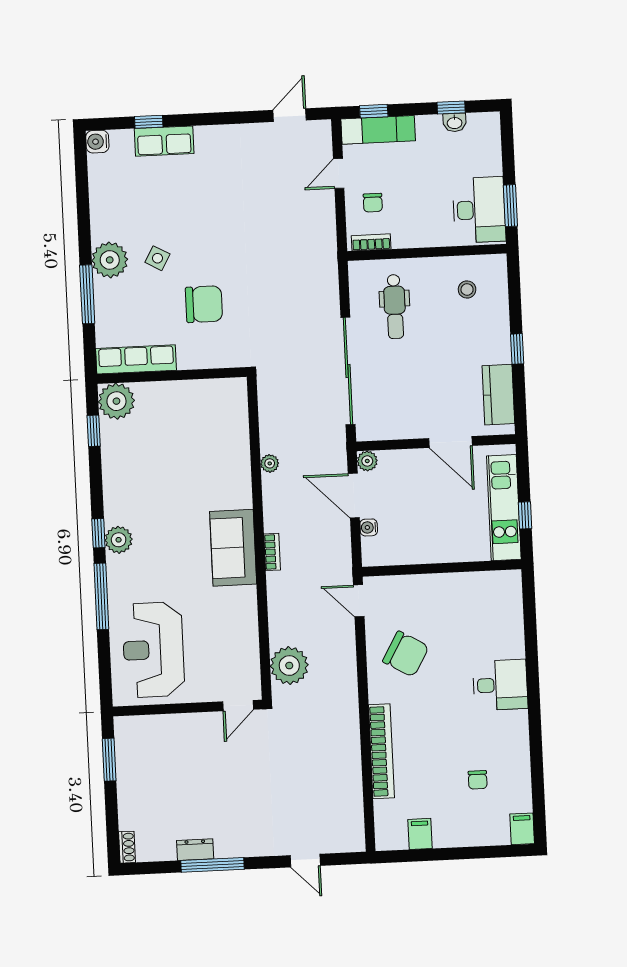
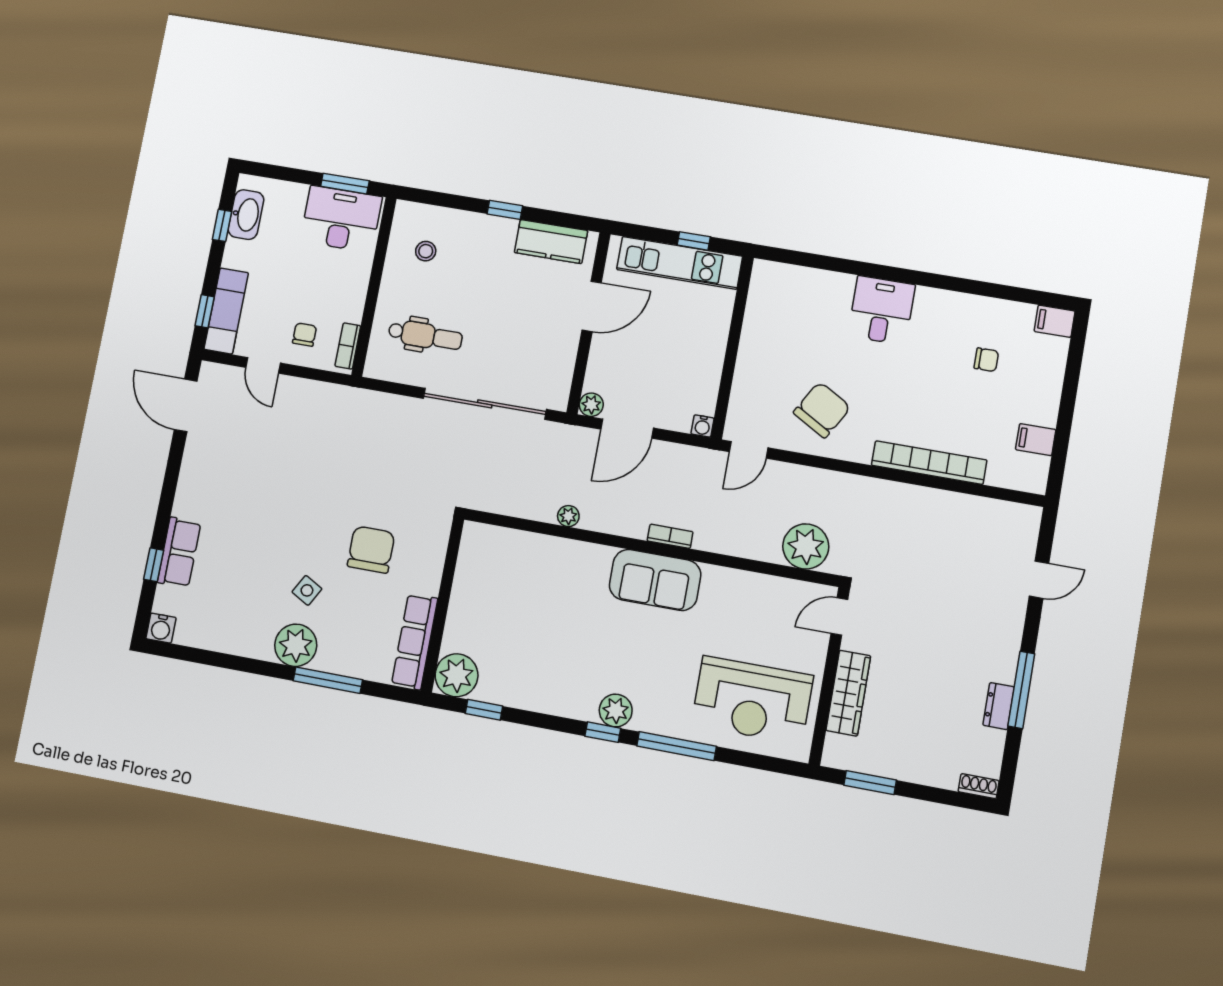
door: (290, 115) -> (186, 405), width x1.38
washbasin: (455, 123) -> (246, 215), width x1.91, depth x1.45
chair: (373, 203) -> (304, 335), turned -90
water cooler: (369, 527) -> (702, 426), moved
door: (238, 706) -> (839, 616), swing flipped
wardrobe: (177, 726) -> (848, 693), added

